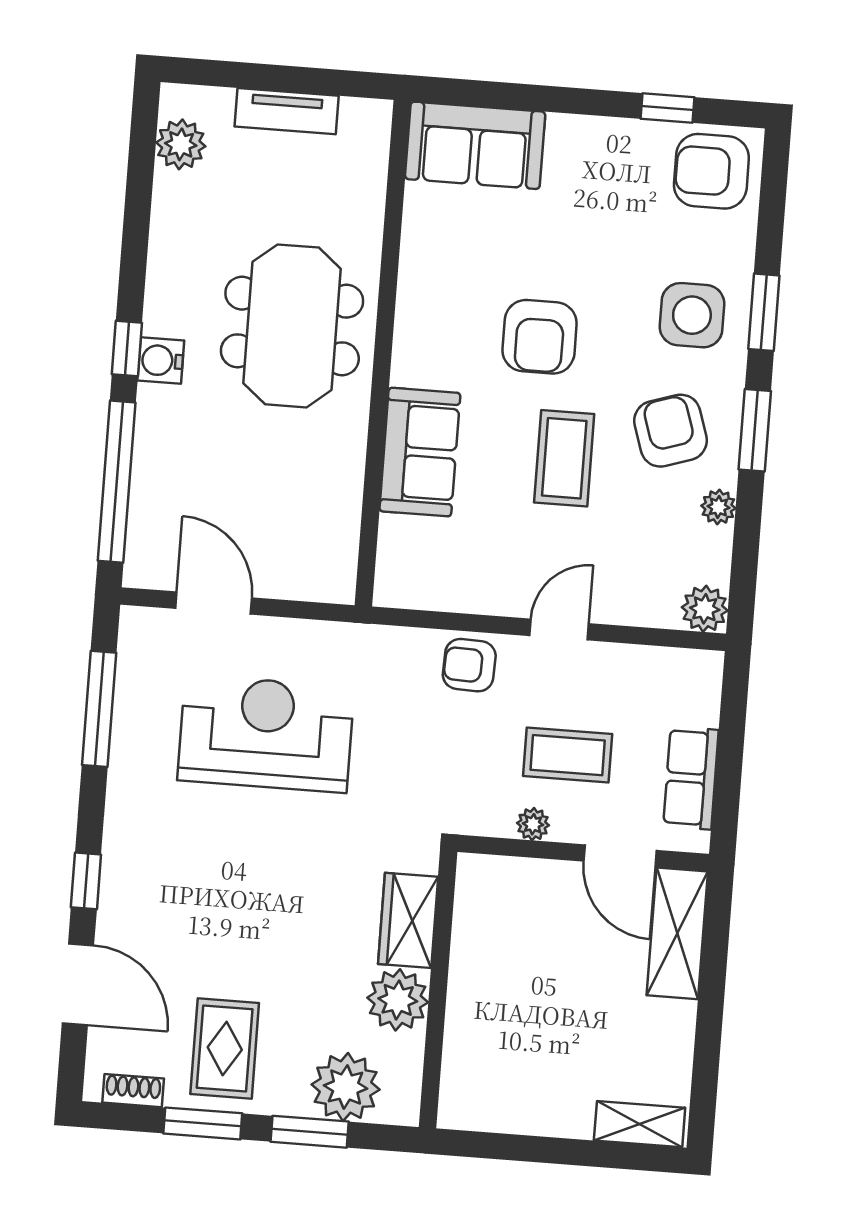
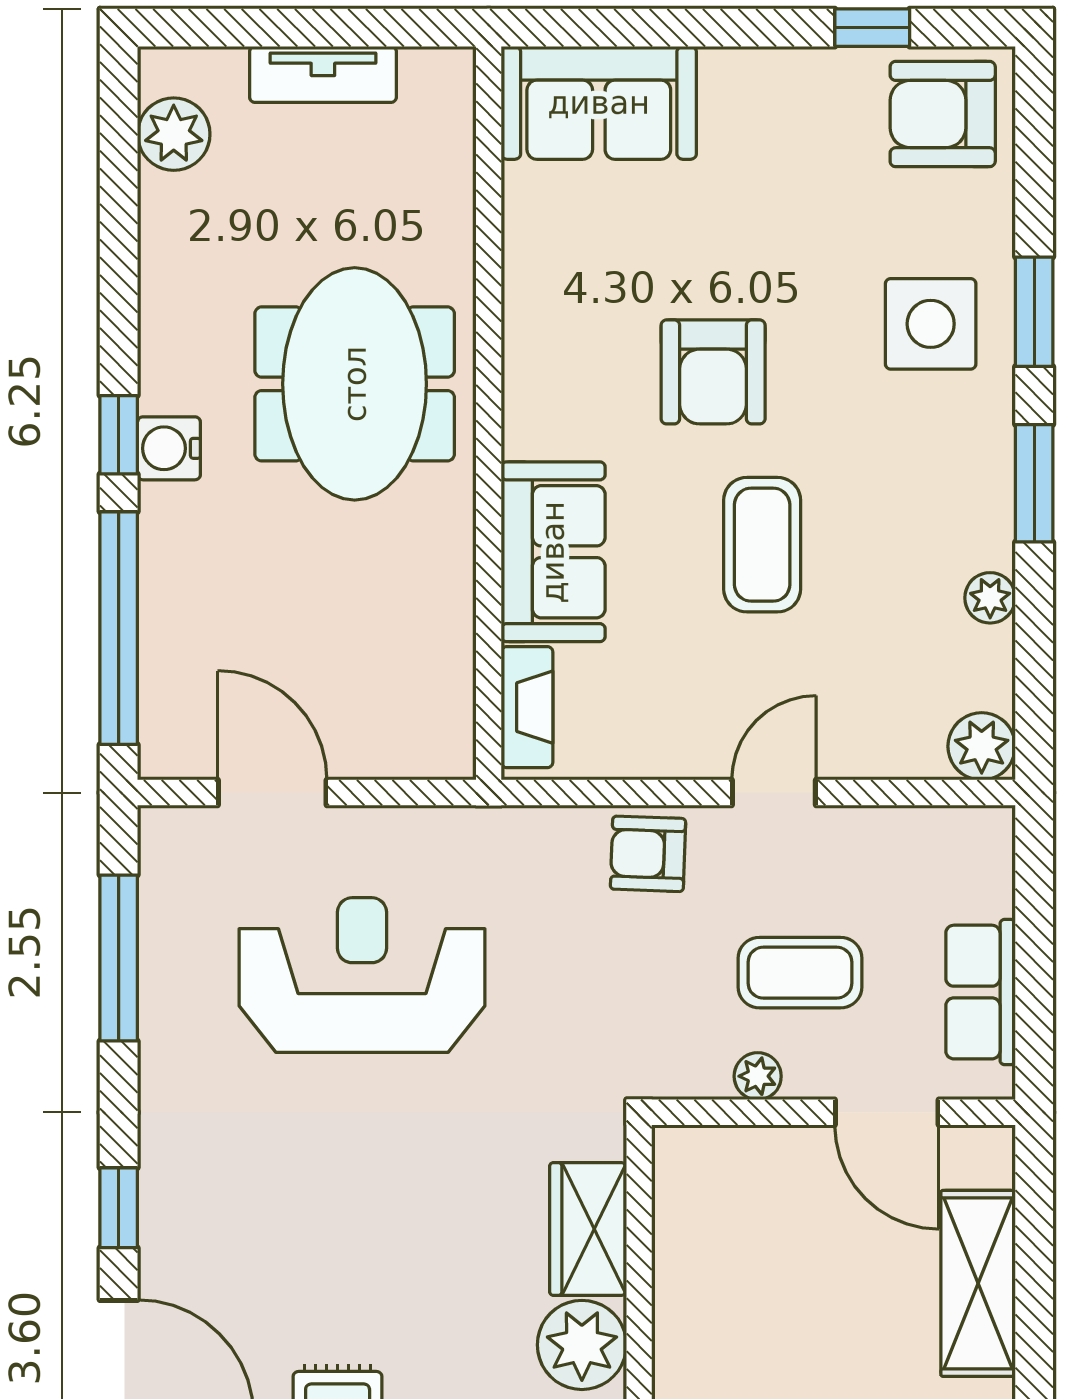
armchair: (670, 431) -> (912, 493), removed
fireplace: (394, 558) -> (527, 707), added
shelving: (677, 933) -> (978, 1283), moved

